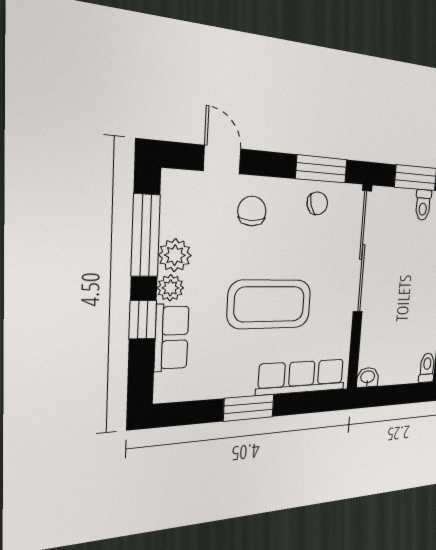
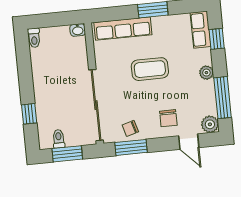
plant: (175, 255) -> (210, 124), moved
coffee table: (270, 304) -> (150, 69), width x0.73, depth x0.76
window: (143, 320) -> (217, 39), moved
row of seats: (171, 338) -> (201, 30), moved

